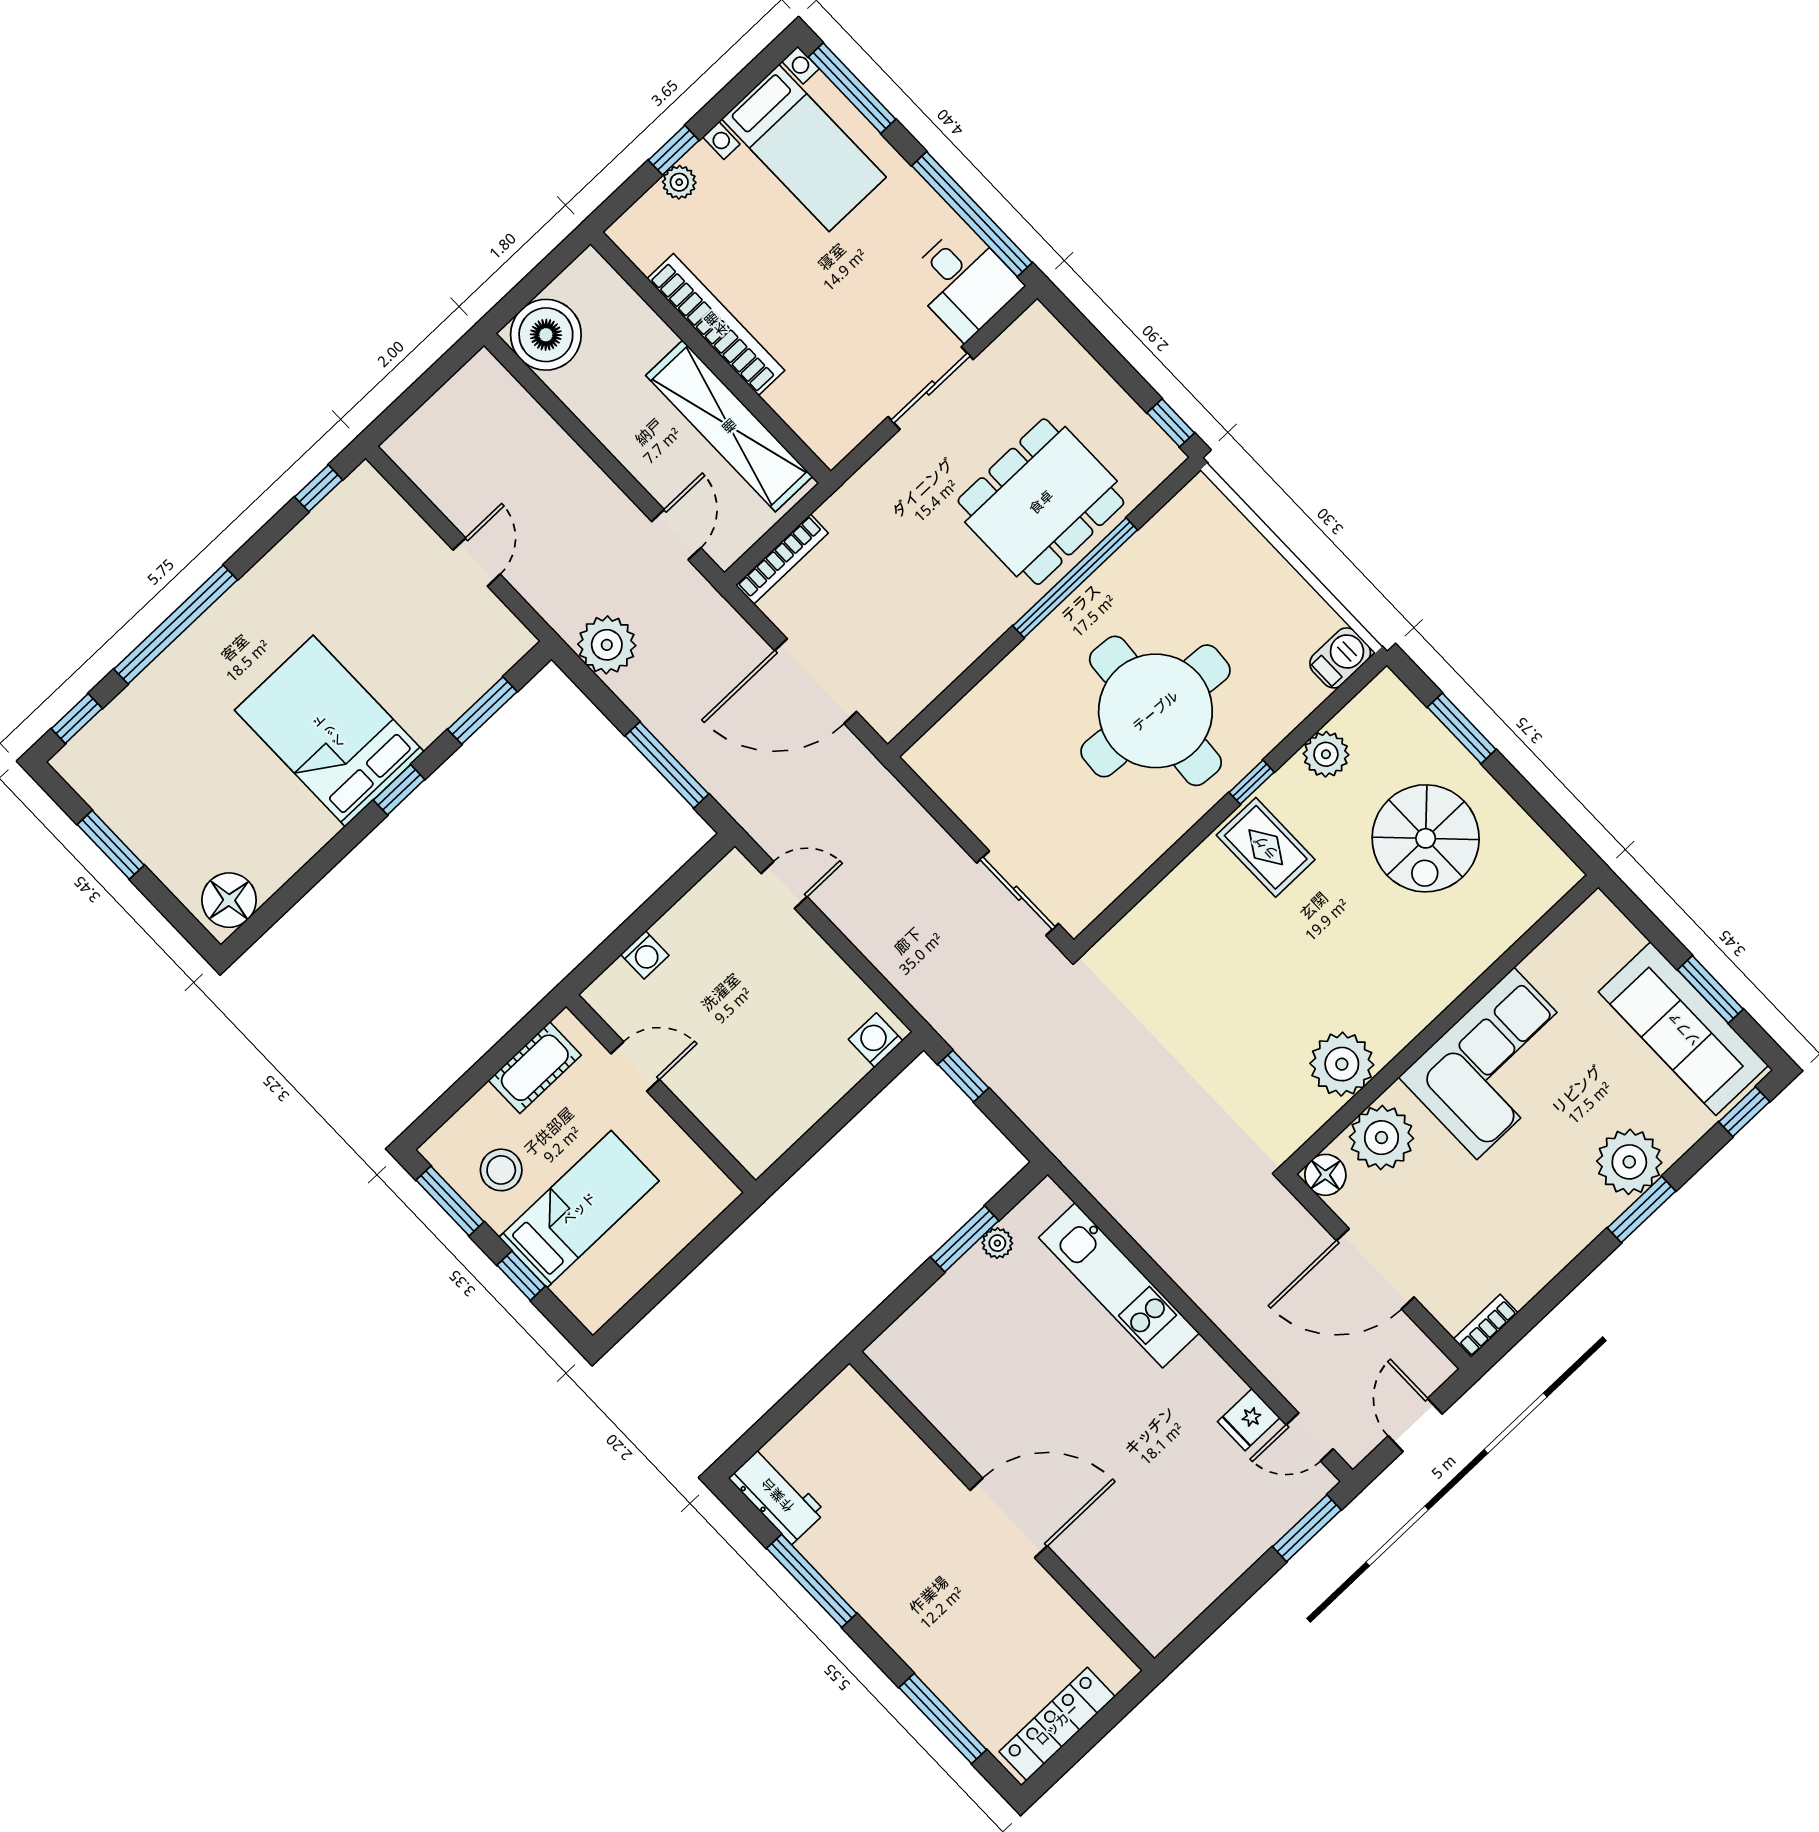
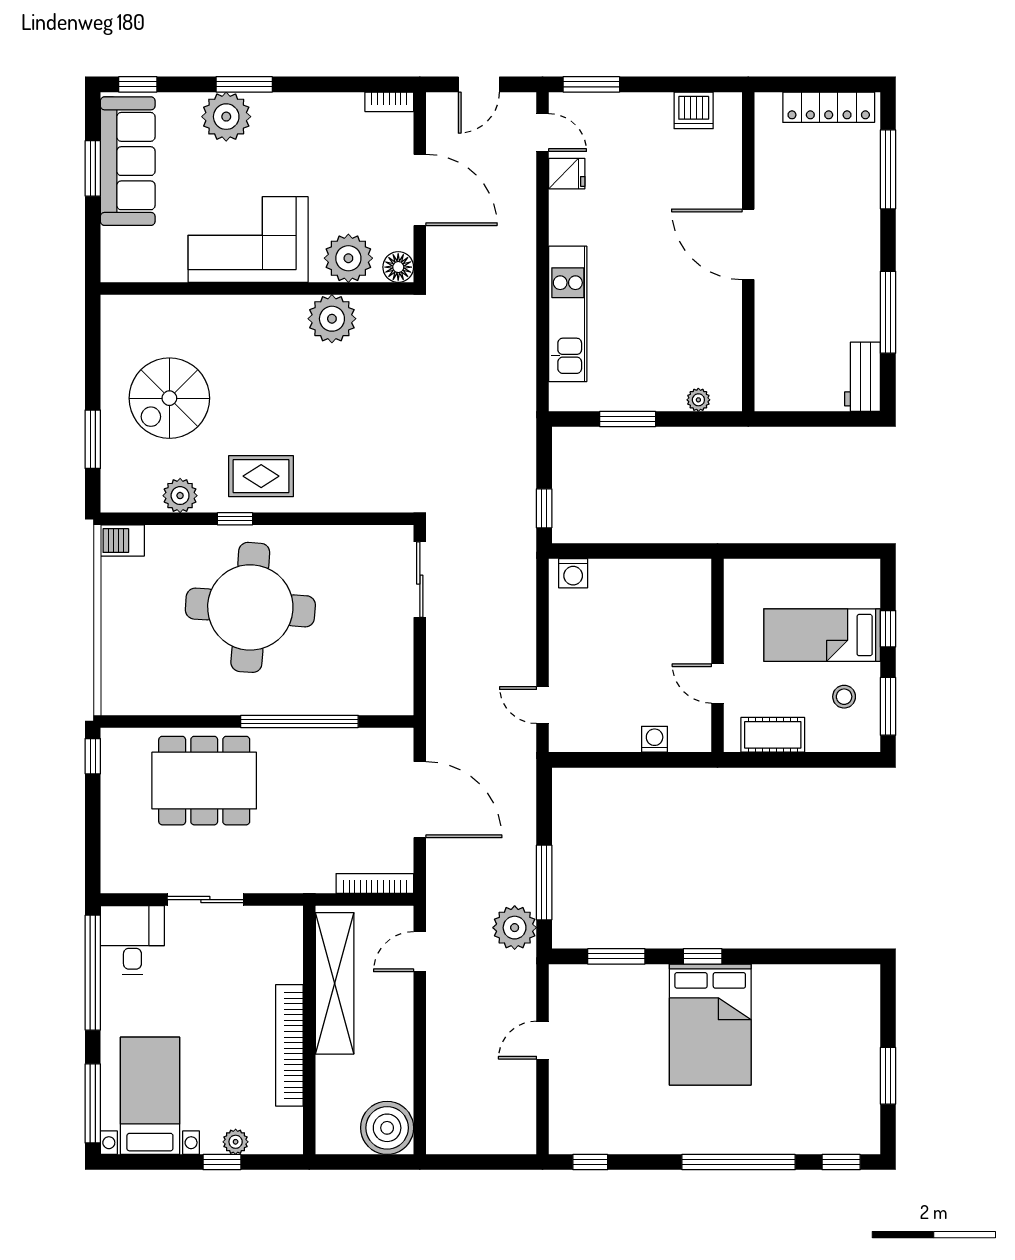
window: (1075, 578) -> (299, 721), moved
window: (667, 765) -> (544, 882), moved
spiral stairs: (1426, 838) -> (169, 398), turned 180
rug: (1266, 847) -> (261, 476), turned 90
floor lamp: (229, 900) -> (852, 984), removed
stool: (501, 1170) -> (844, 697), width x0.73, depth x0.73
plant: (997, 1243) -> (698, 400), moved
dishwasher: (1184, 1597) -> (694, 110), added

